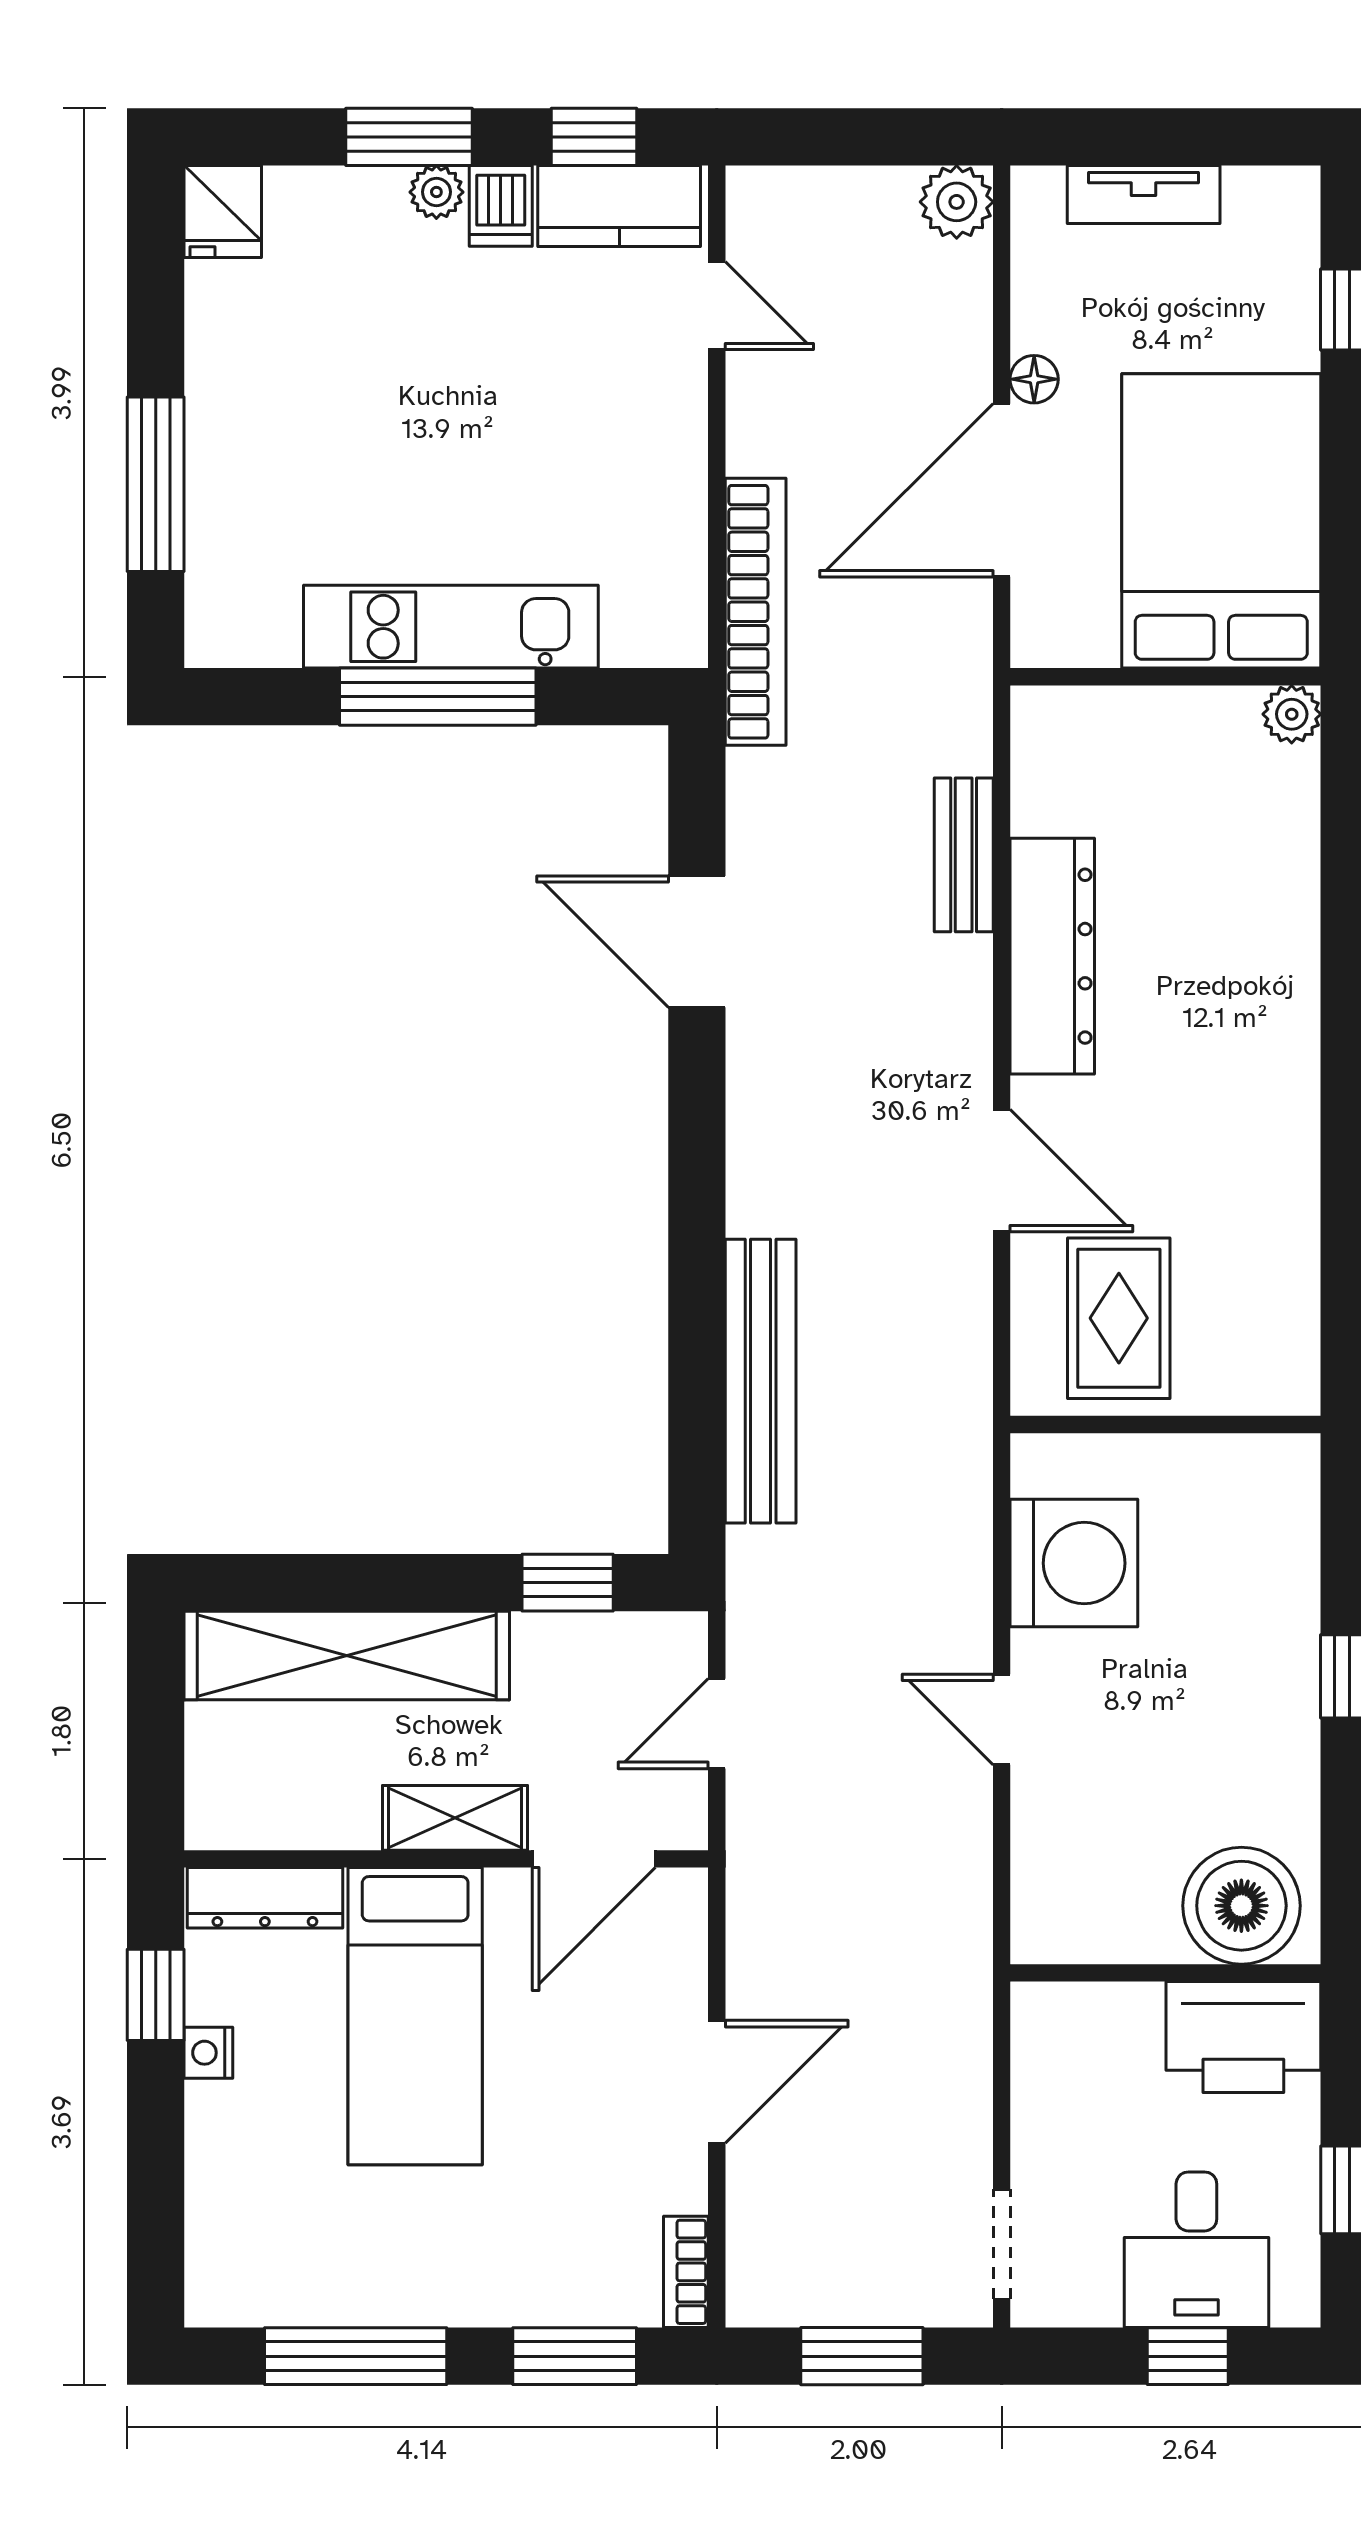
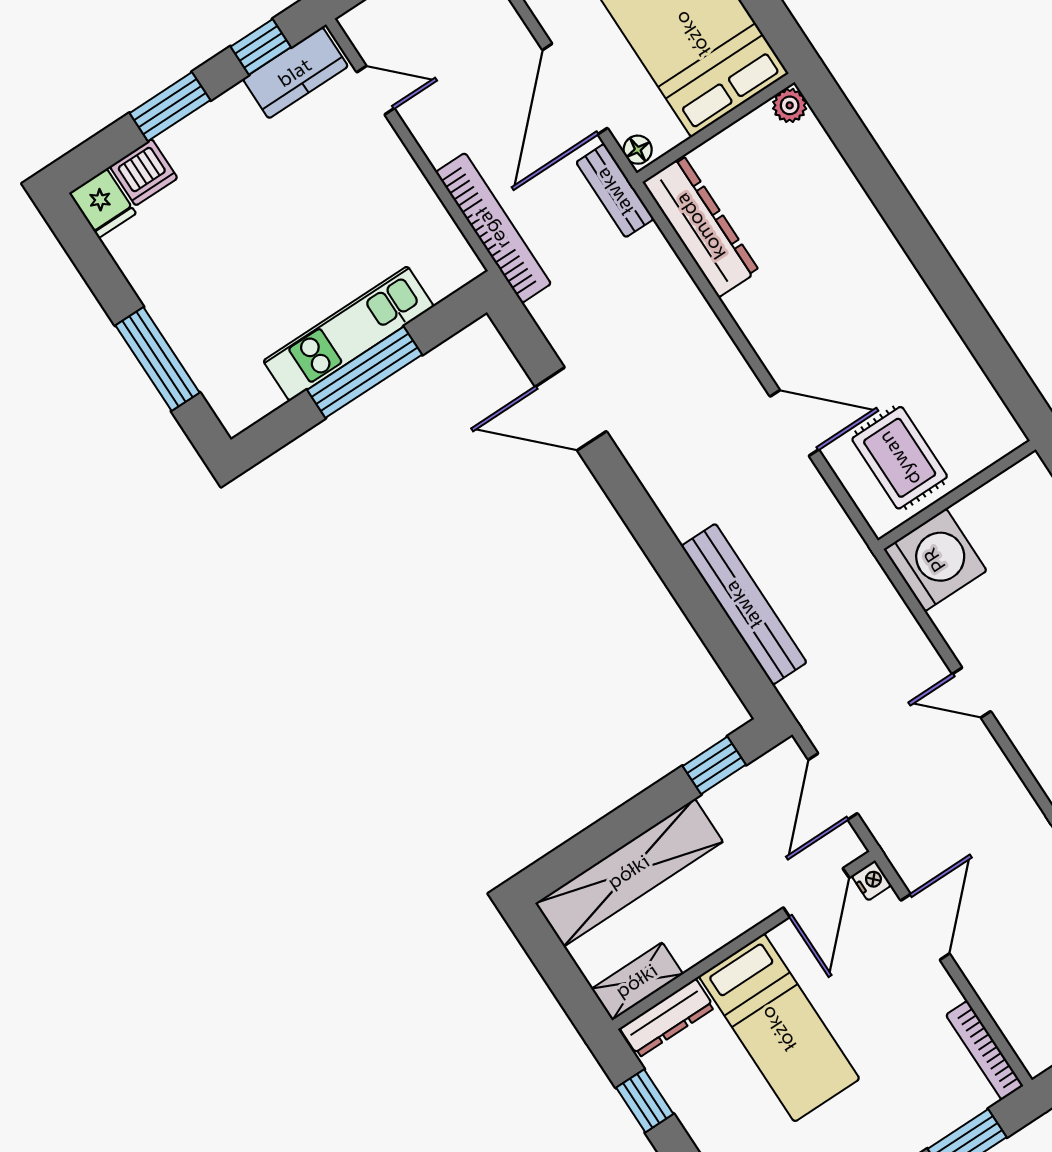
plant: (436, 192) -> (201, 125), removed
dishwasher: (501, 206) -> (144, 172), moved, width x1.38
floor lamp: (1034, 379) -> (638, 150), moved
bench: (964, 855) -> (615, 191), moved
dresser: (1052, 956) -> (701, 226), moved
washing machine: (1074, 1563) -> (935, 560), moved
door: (717, 1724) -> (833, 787), width x1.38
shelving: (455, 1818) -> (637, 981), moved
nightstand: (208, 2053) -> (872, 880), moved, turned 180
door: (717, 2082) -> (925, 927), moved
bookcase: (686, 2272) -> (985, 1050), width x1.56

